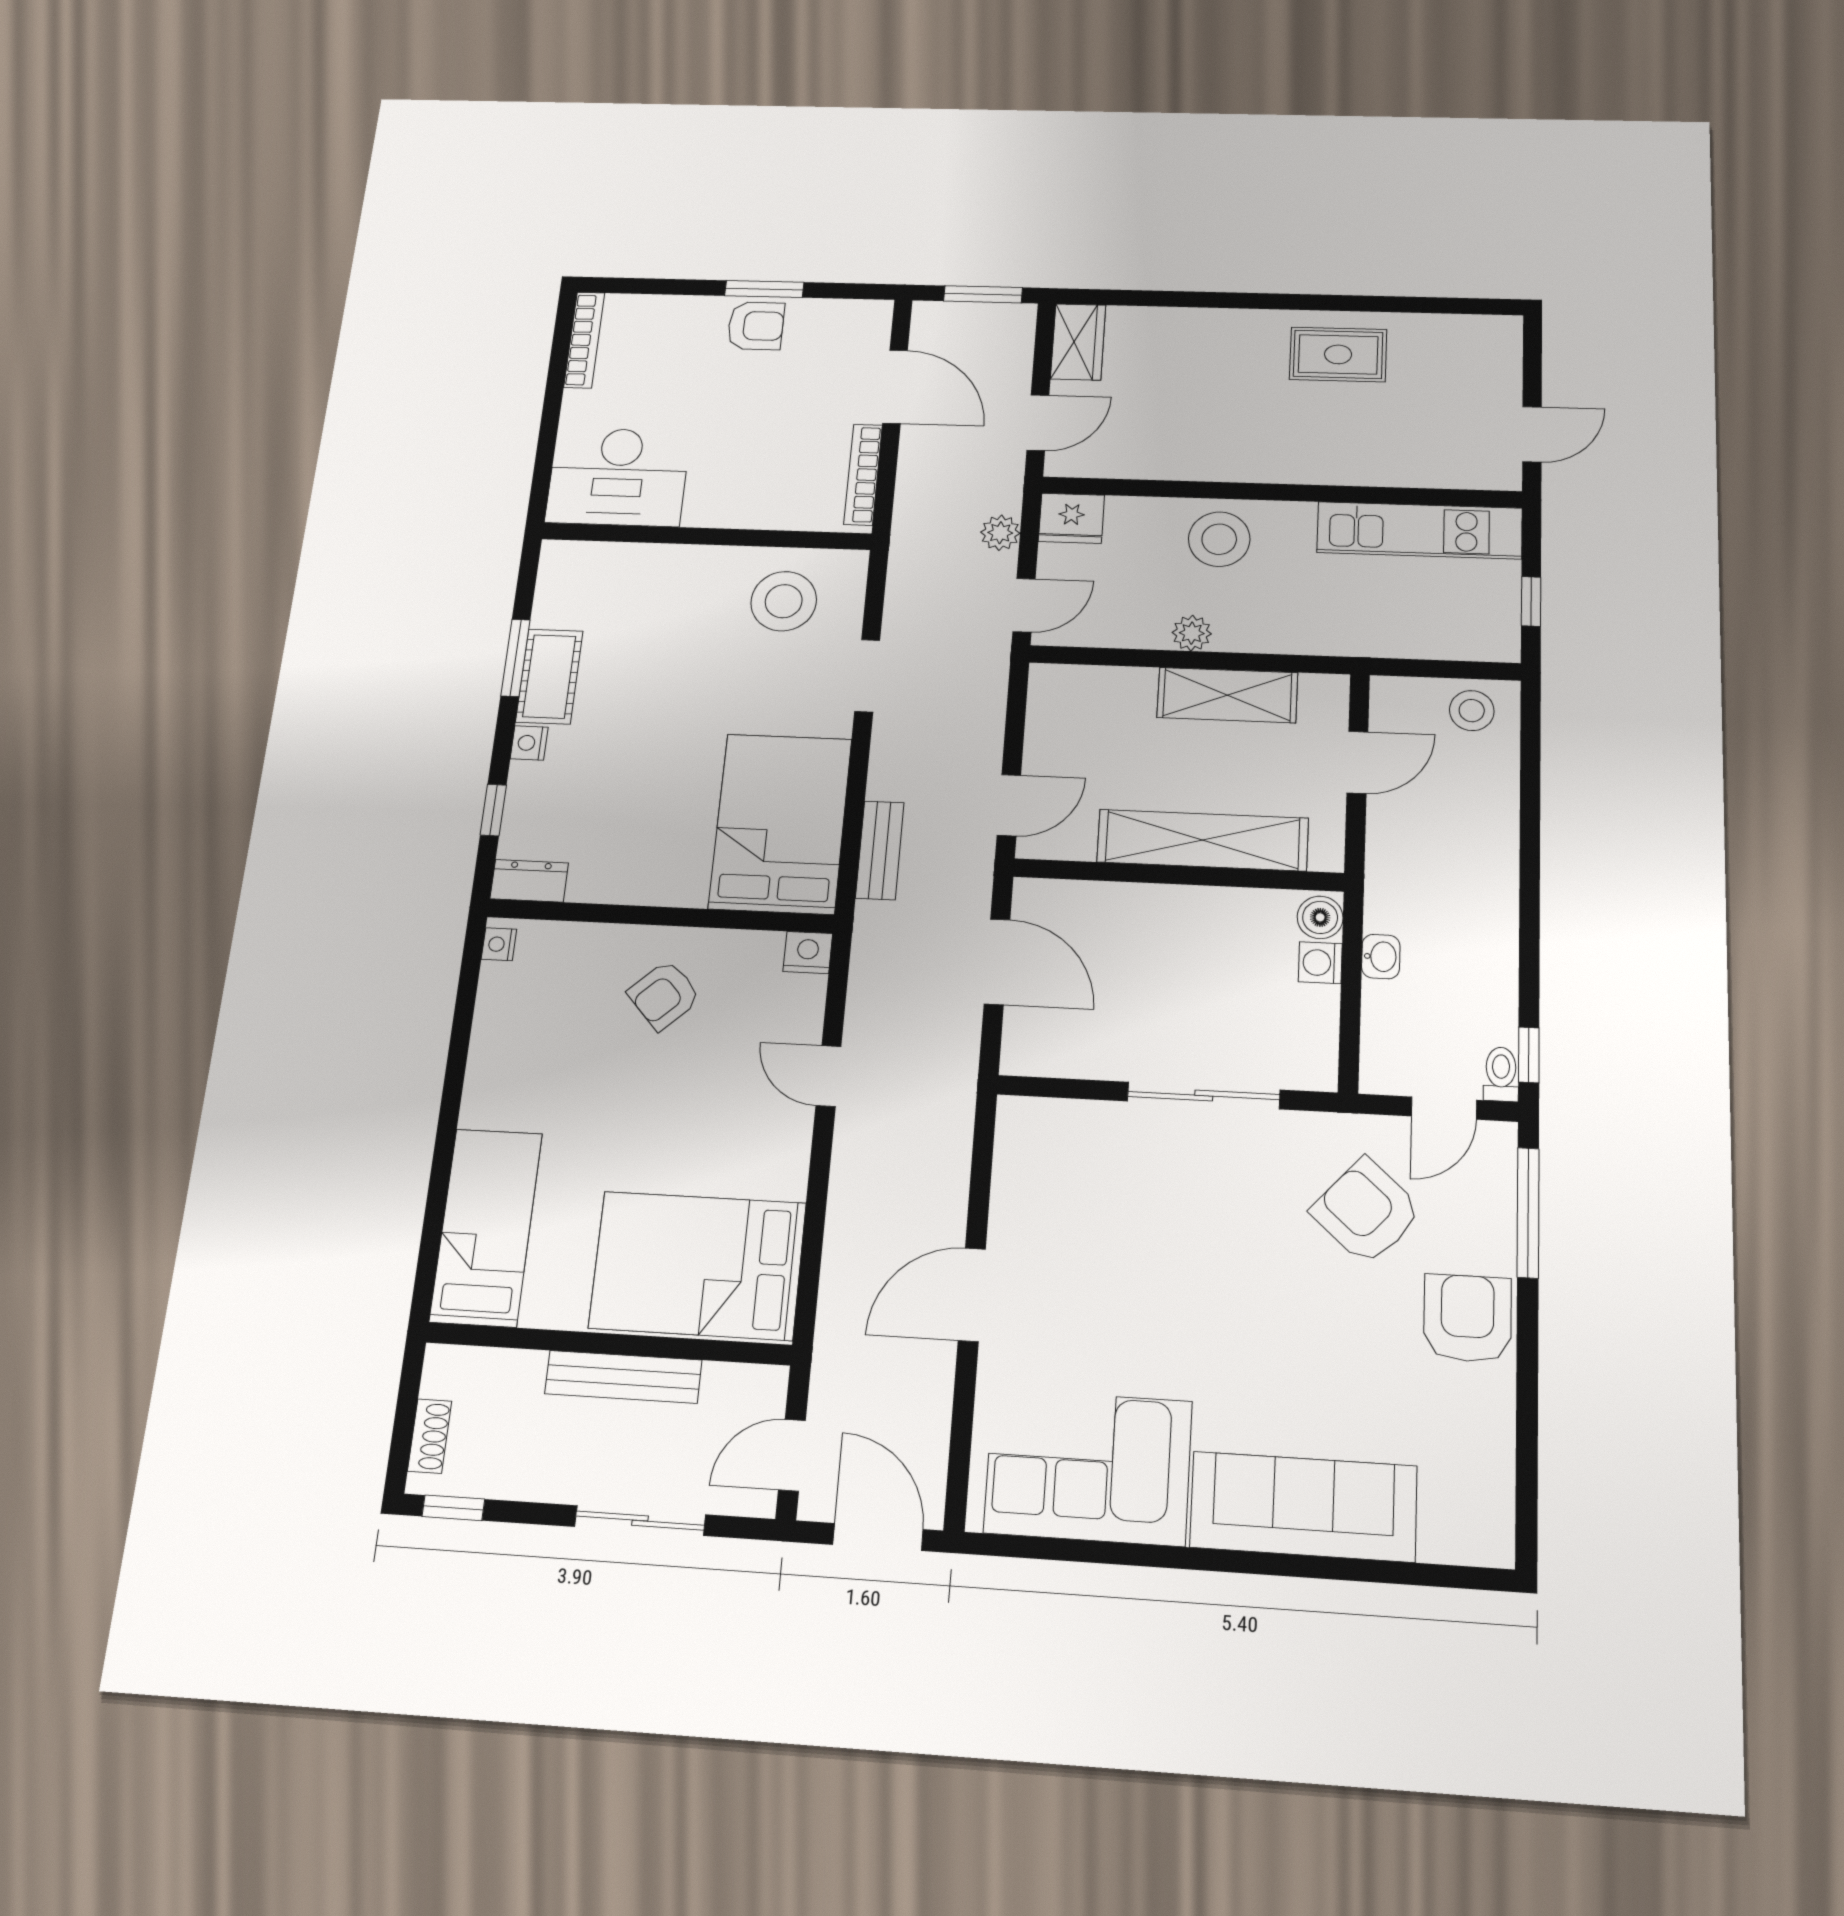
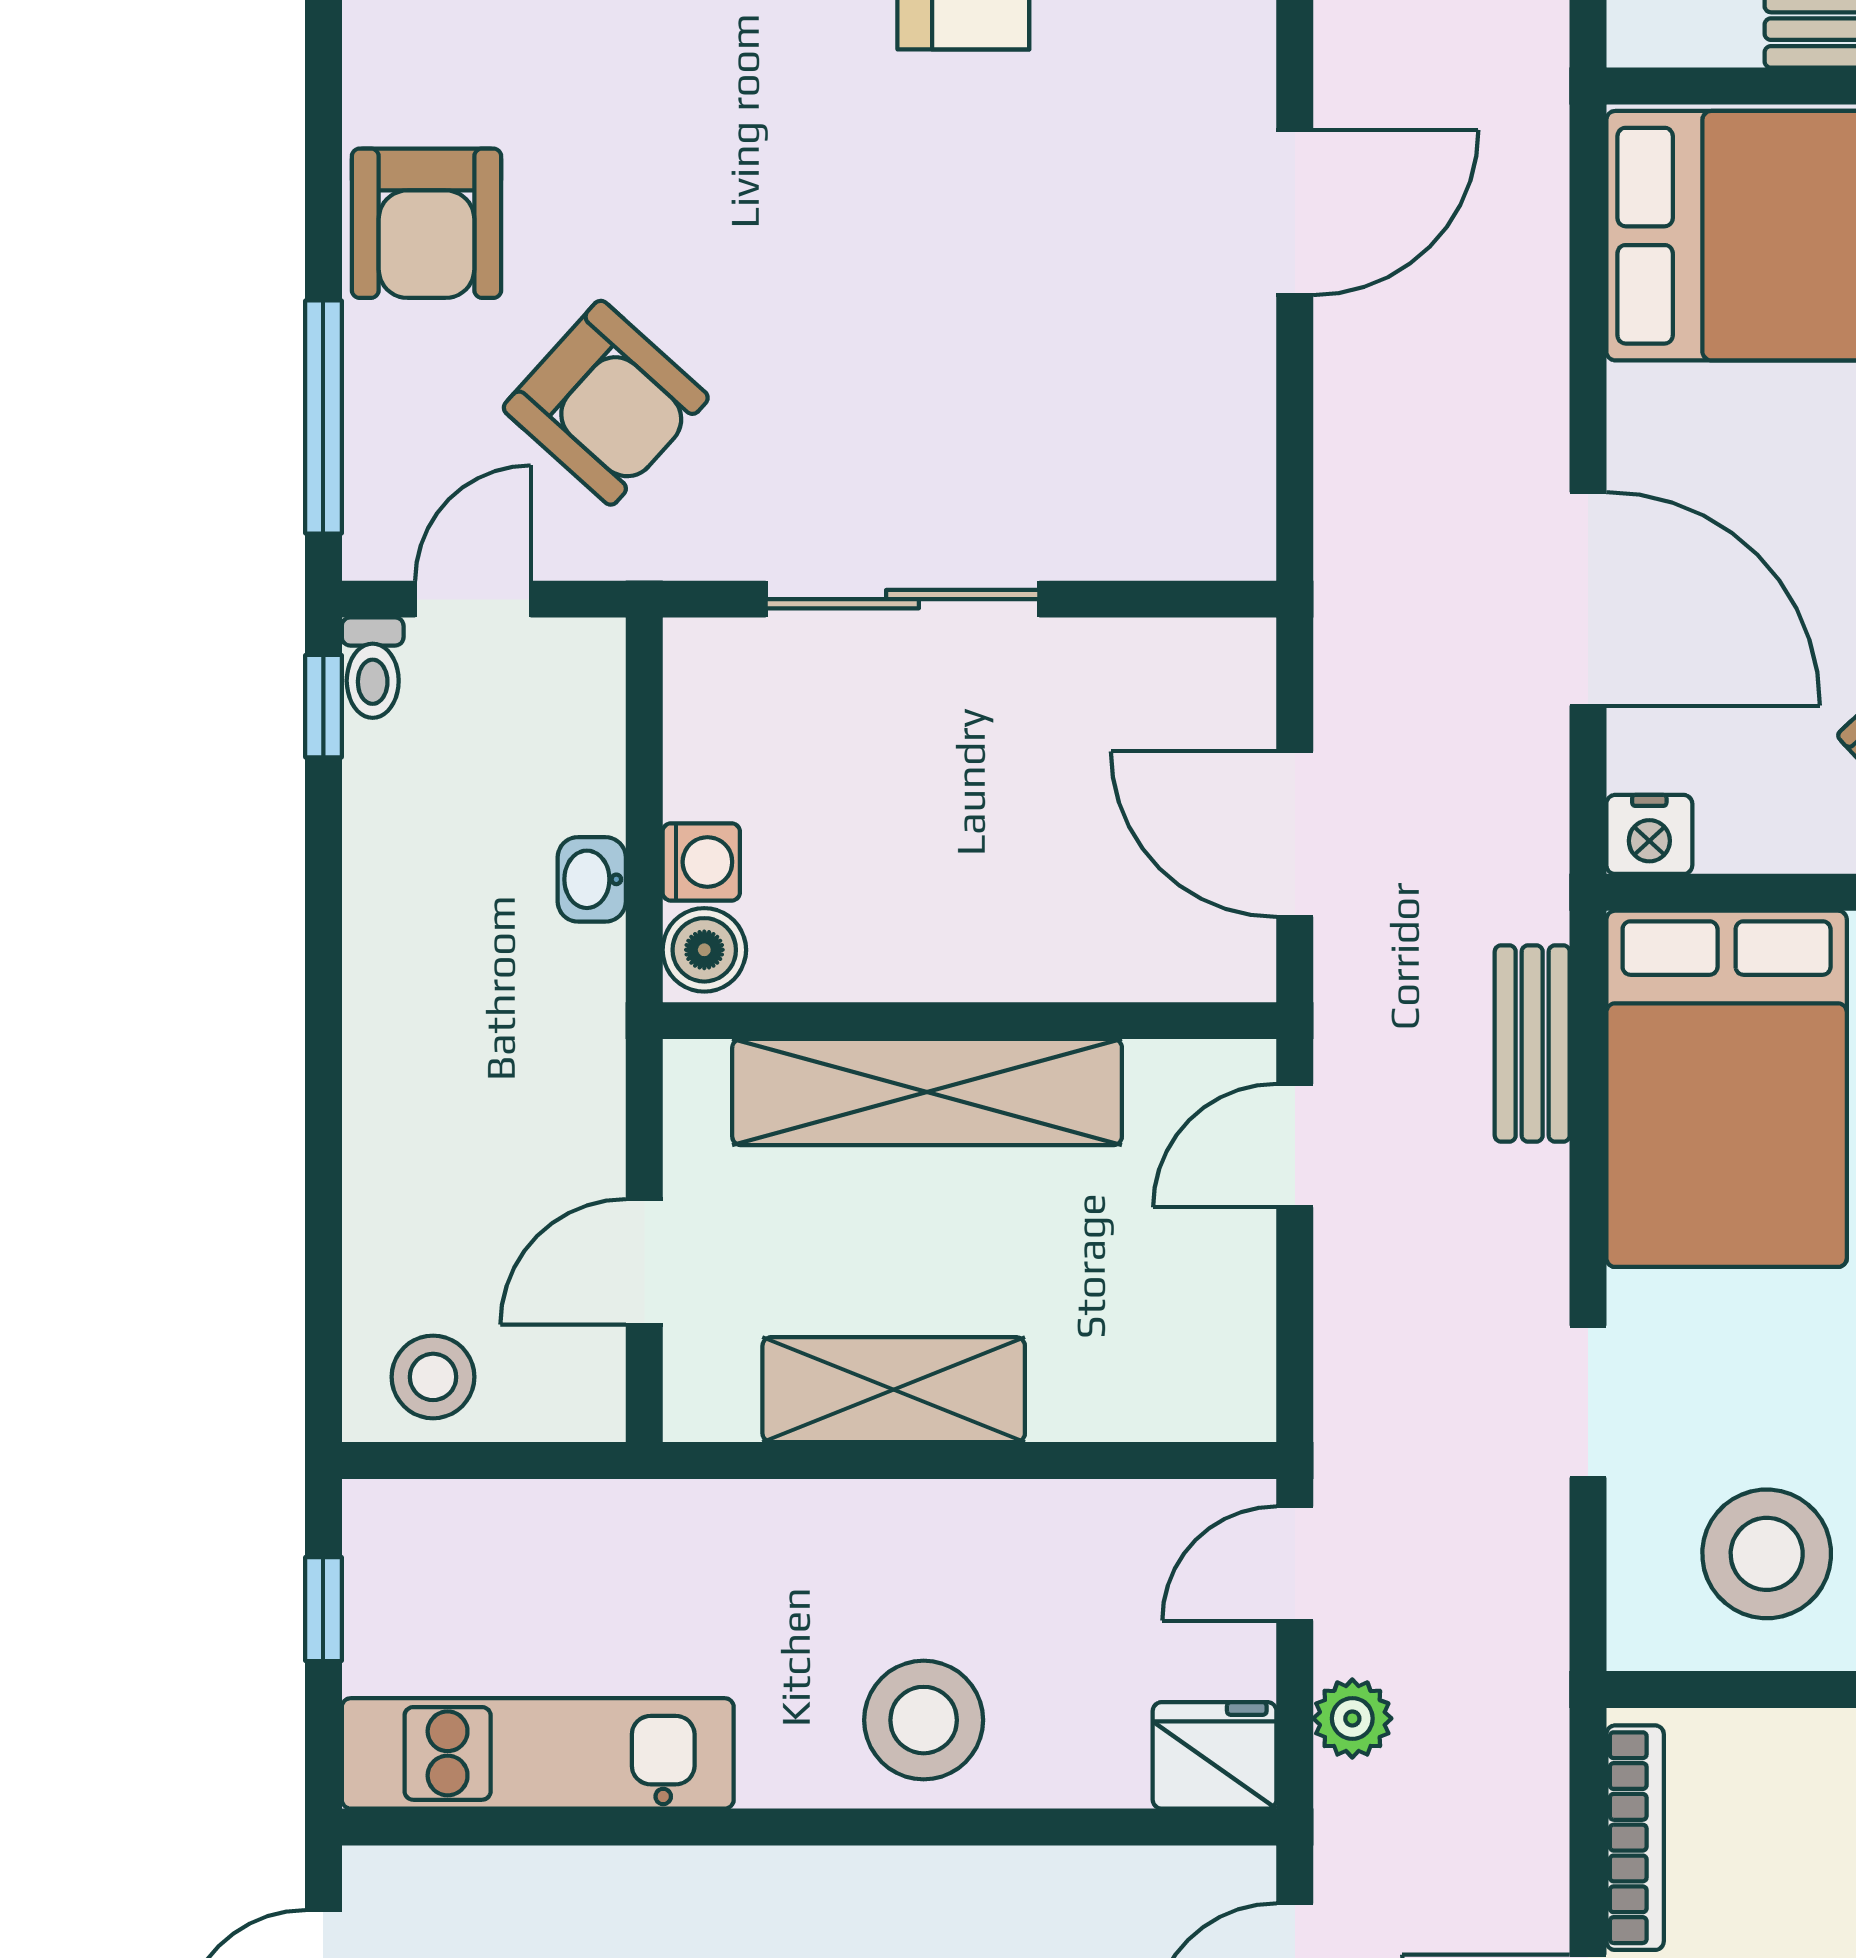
plant: (1192, 633) -> (967, 1517), removed
door: (828, 1076) -> (1588, 599), width x1.88

